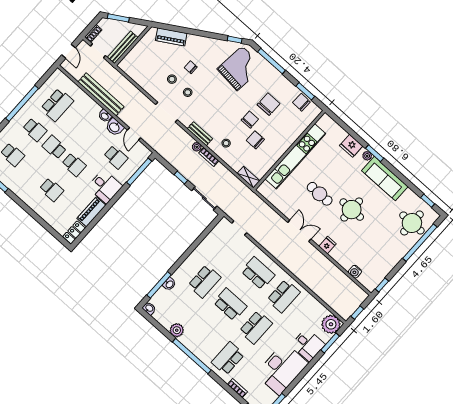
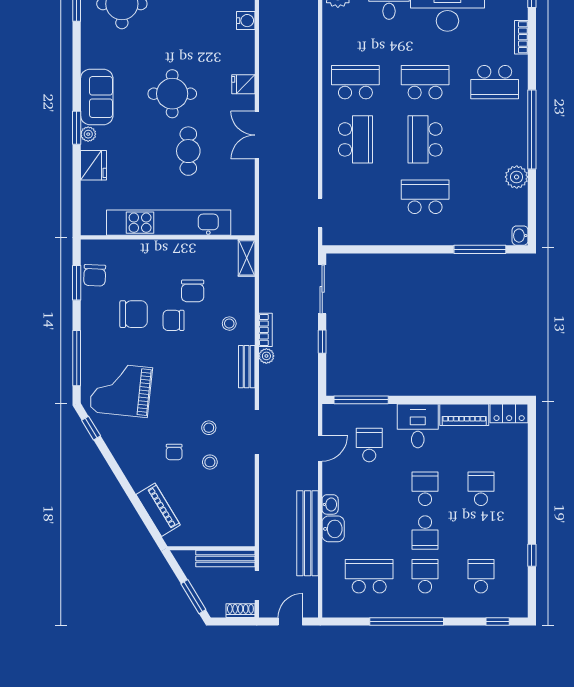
chair: (269, 104) -> (134, 314), turned 180
washbasin: (115, 127) -> (333, 529), moved
sofa: (385, 179) -> (97, 97), width x0.73
school desk: (258, 273) -> (355, 139), turned 180
washbasin: (169, 284) -> (467, 237), removed

